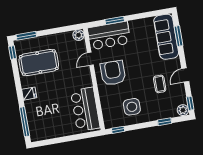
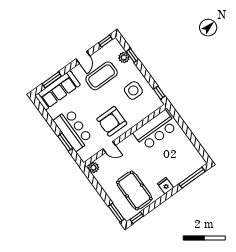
bar counter: (109, 36) -> (73, 130), moved
door: (185, 75) -> (83, 57), hinge flipped
coffee table: (160, 84) -> (102, 76), width x1.86, depth x1.72
plant: (183, 110) -> (124, 57), moved

